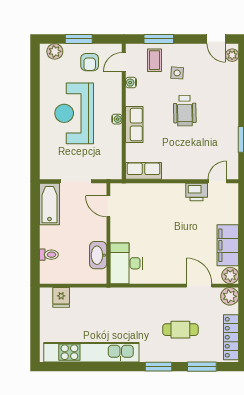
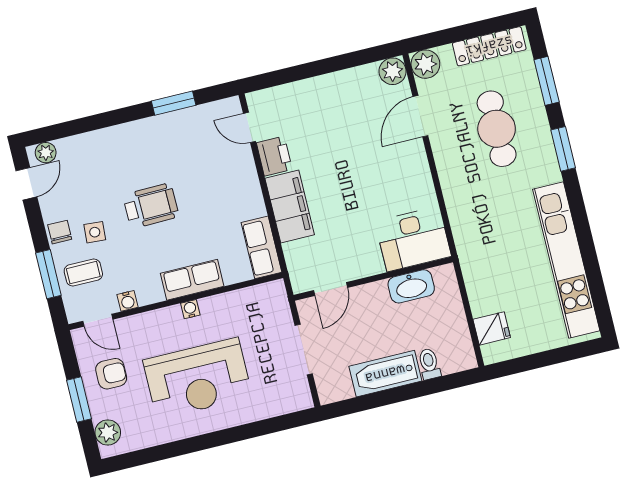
chair: (182, 52) -> (60, 232), added
bathtub: (49, 204) -> (385, 374), moved
filing cabinet: (228, 245) -> (290, 207), moved, turned -90
cafe table: (180, 330) -> (497, 129), width x1.37, depth x1.35

